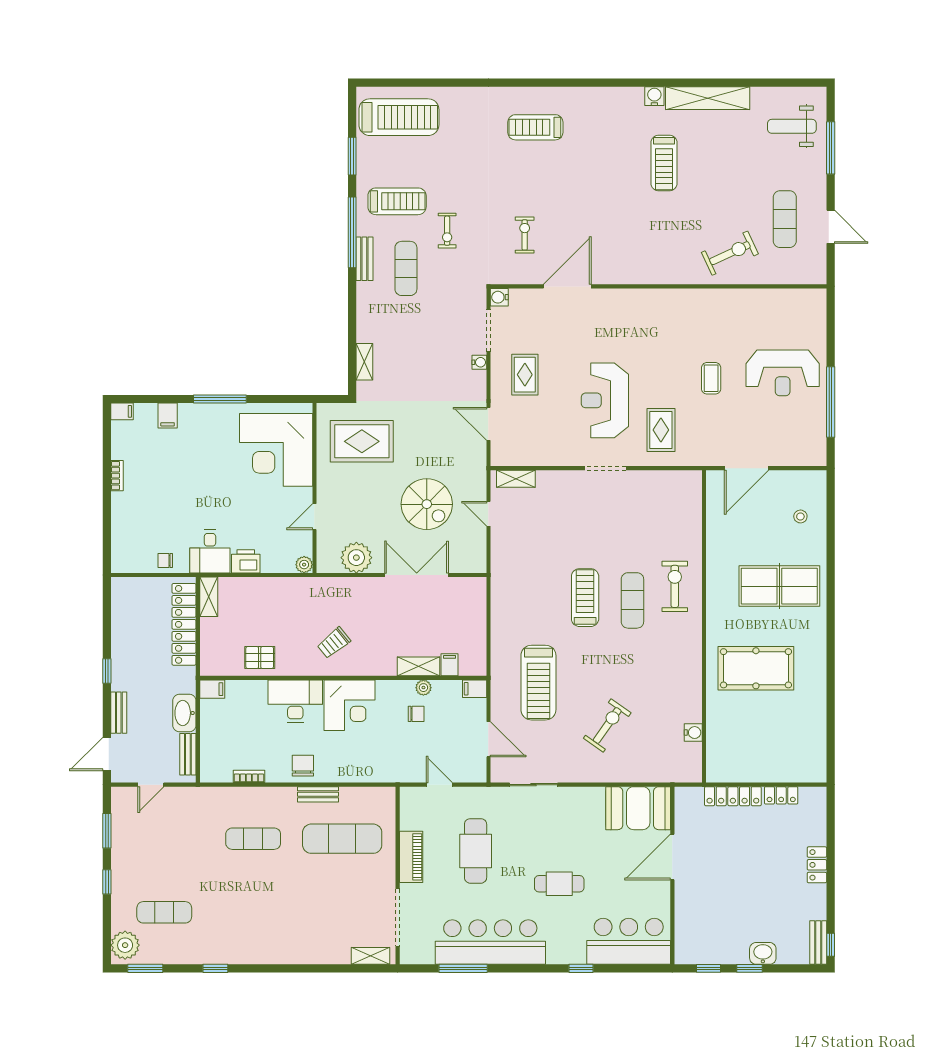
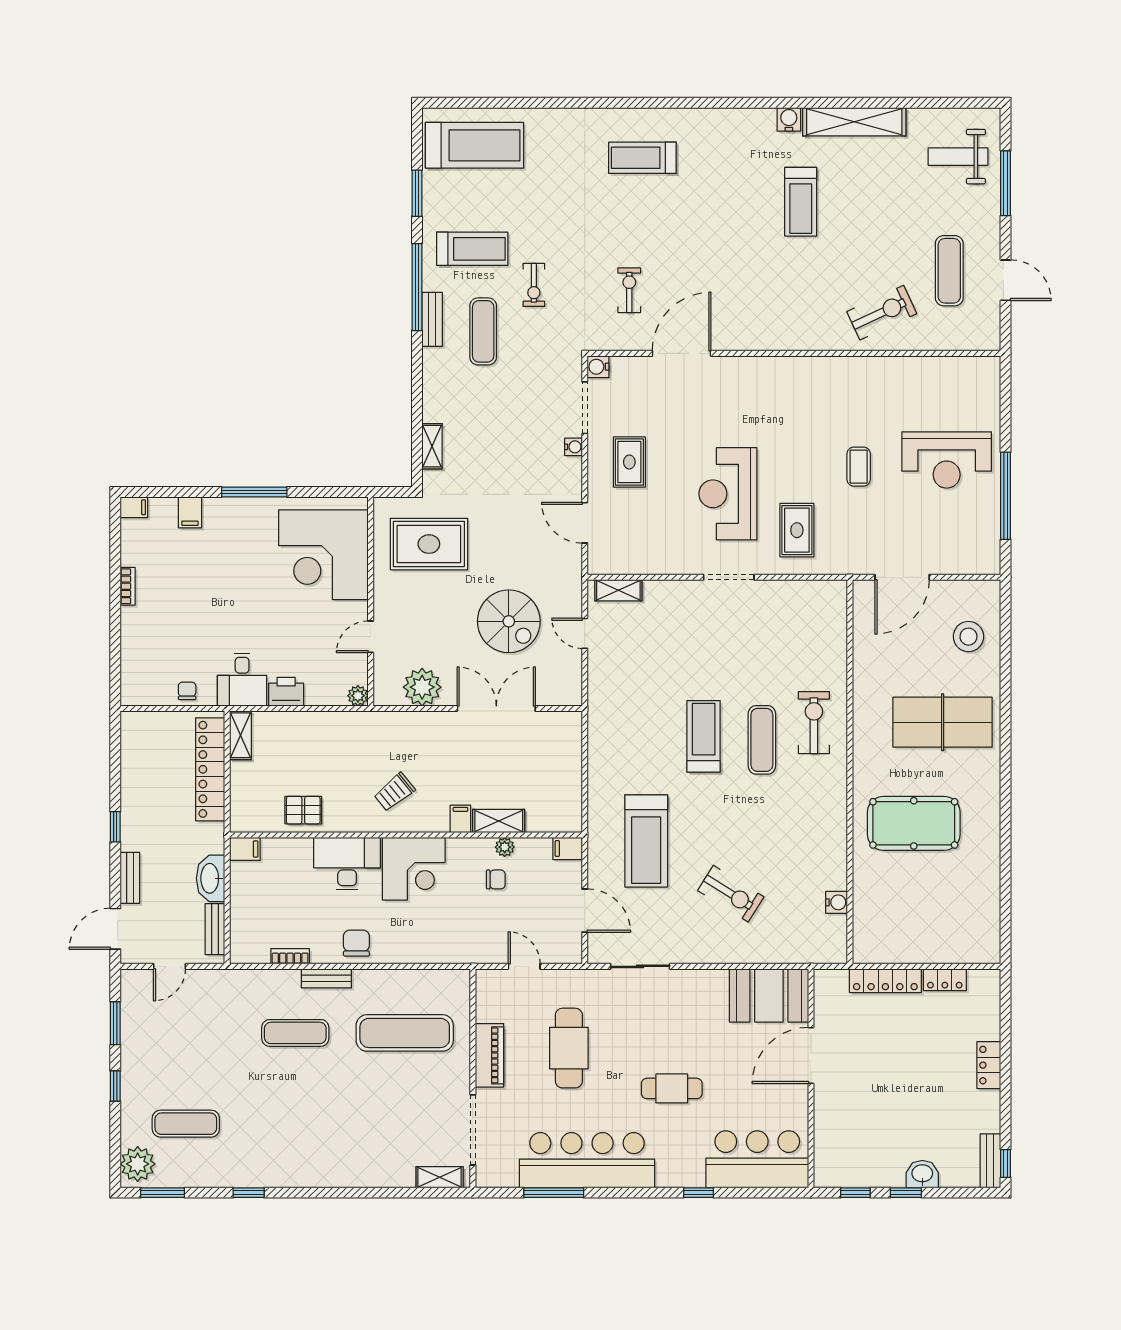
stool: (800, 516) -> (968, 637), width x1.89, depth x1.89
chair: (165, 561) -> (187, 691), turned 90
filing cabinet: (450, 665) -> (460, 819), moved
exercise bike: (607, 725) -> (731, 894), turned 87
bench: (318, 794) -> (326, 978), moved

